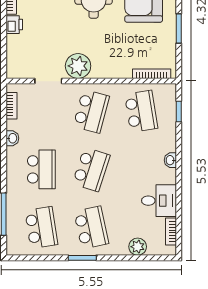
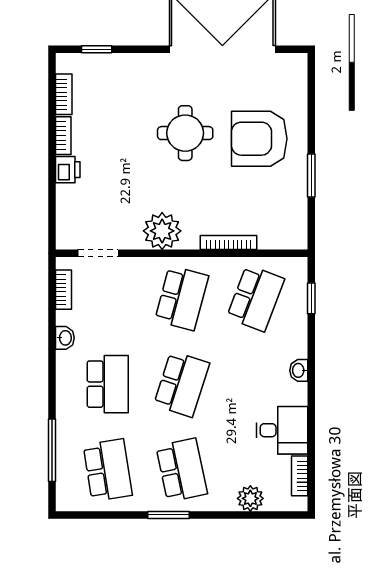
bookcase: (152, 74) -> (229, 242), moved
doorway: (48, 81) -> (98, 253), moved
school desk: (141, 111) -> (256, 298), turned 30

